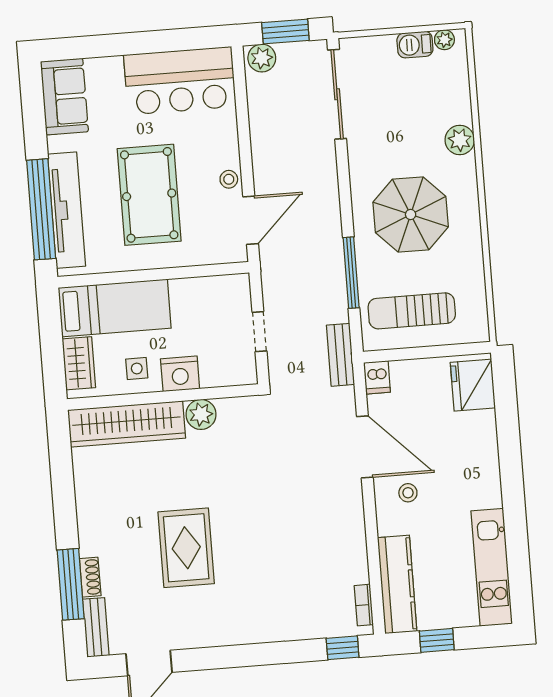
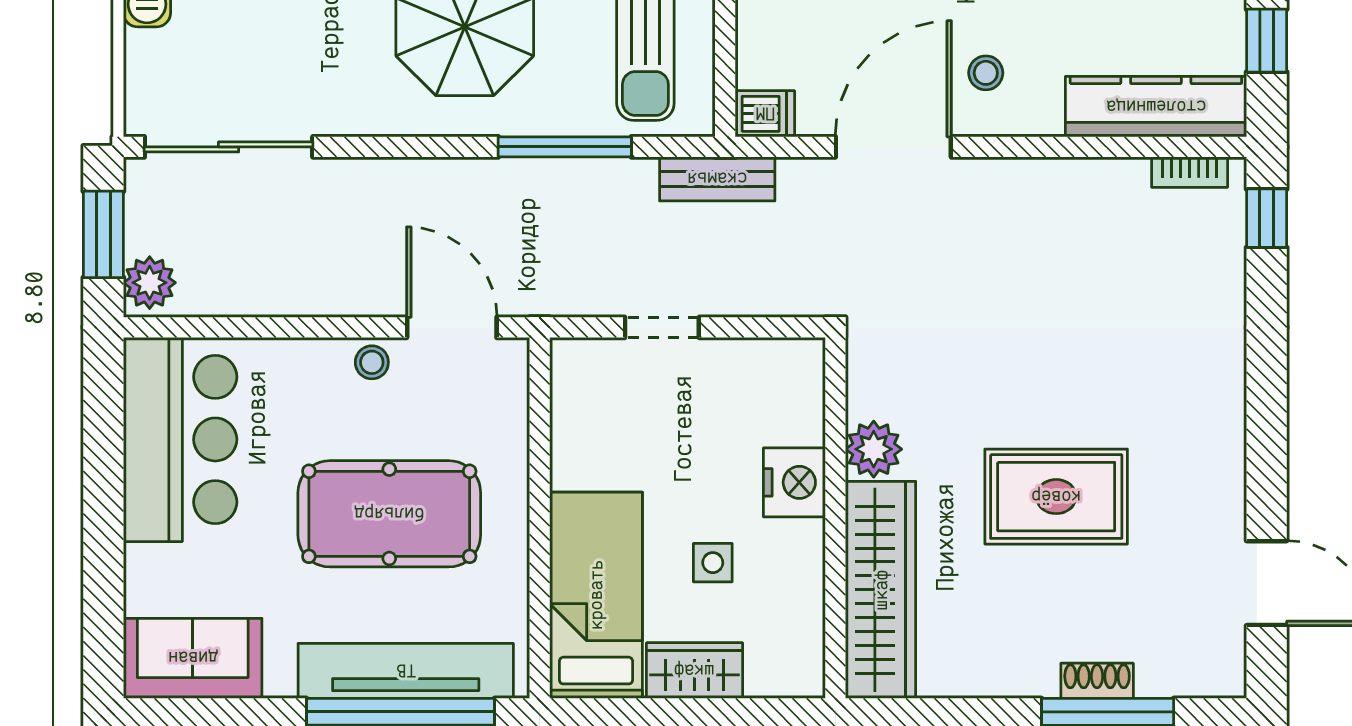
nightstand: (180, 374) -> (794, 482), moved
wall: (163, 397) -> (835, 518), moved
plant: (201, 414) -> (874, 449), moved
wardrobe: (127, 424) -> (881, 590), moved
bench: (96, 627) -> (1192, 678), removed

